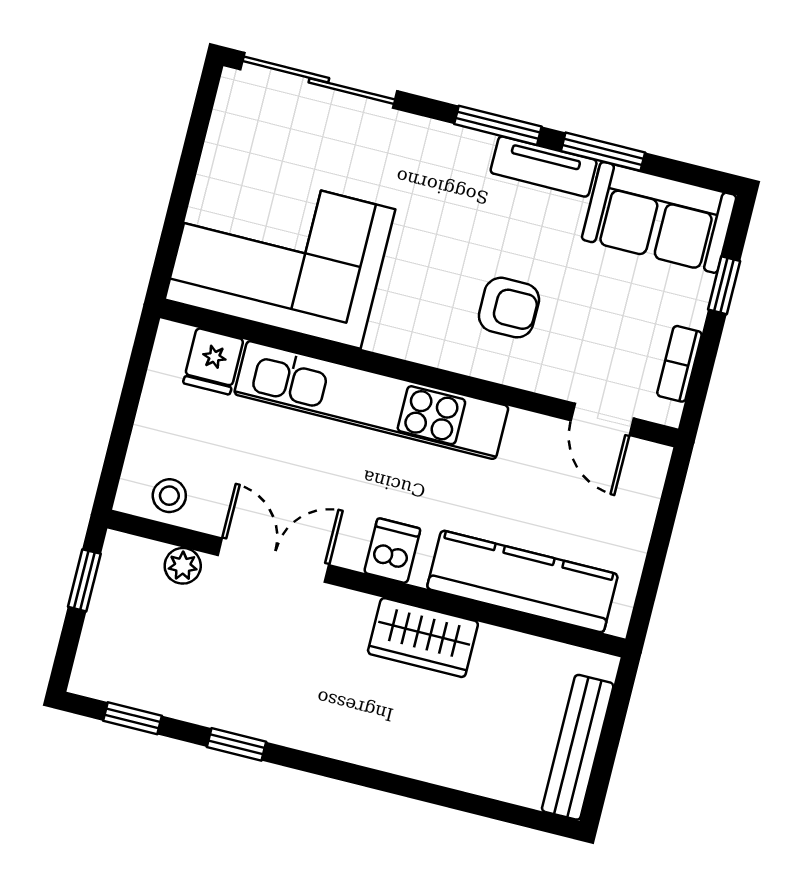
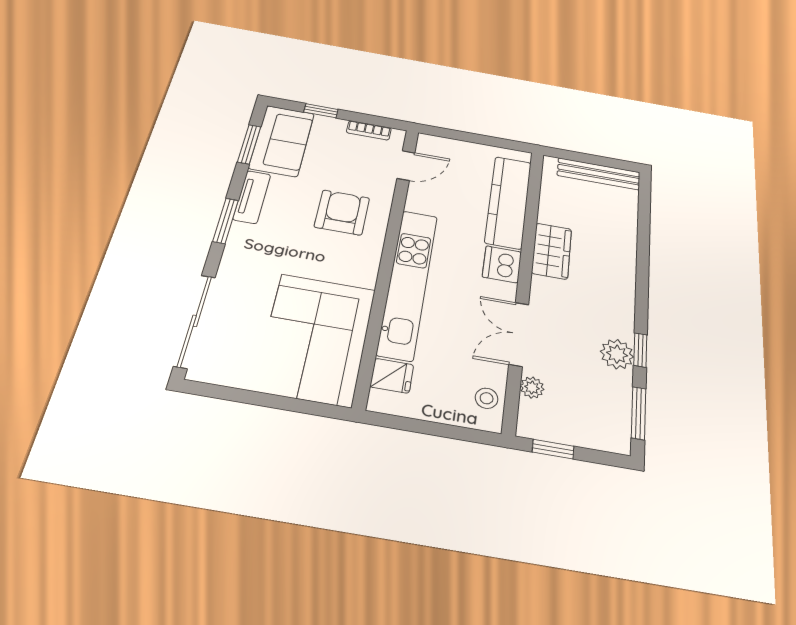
window: (603, 152) -> (249, 144), moved
armchair: (509, 308) -> (342, 212), width x1.38, depth x1.38
dishwasher: (392, 551) -> (502, 264), width x1.38
plant: (231, 706) -> (617, 354), added
window: (132, 718) -> (639, 413), width x1.50

